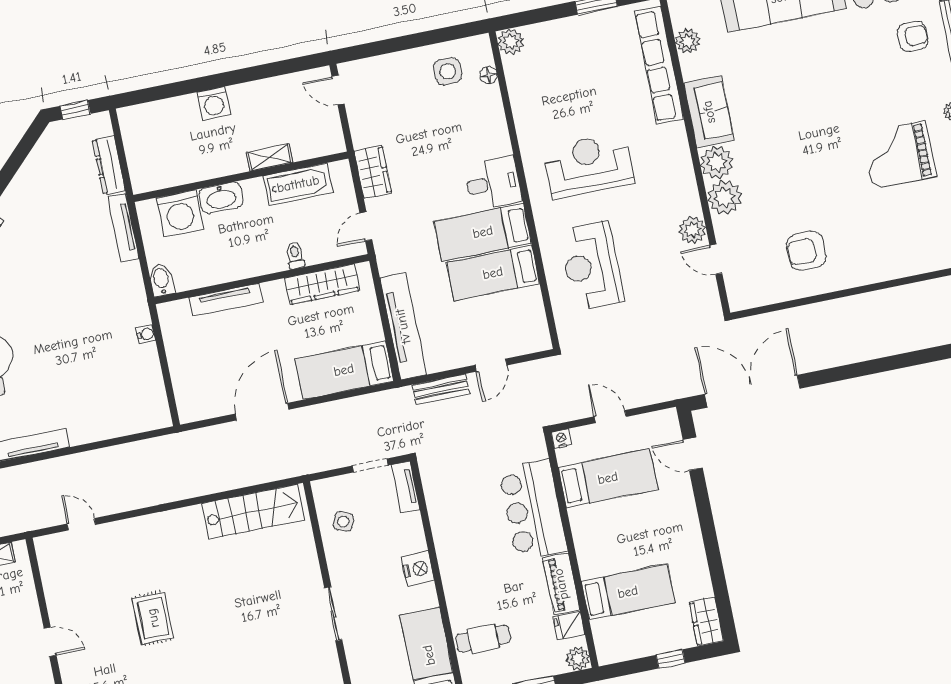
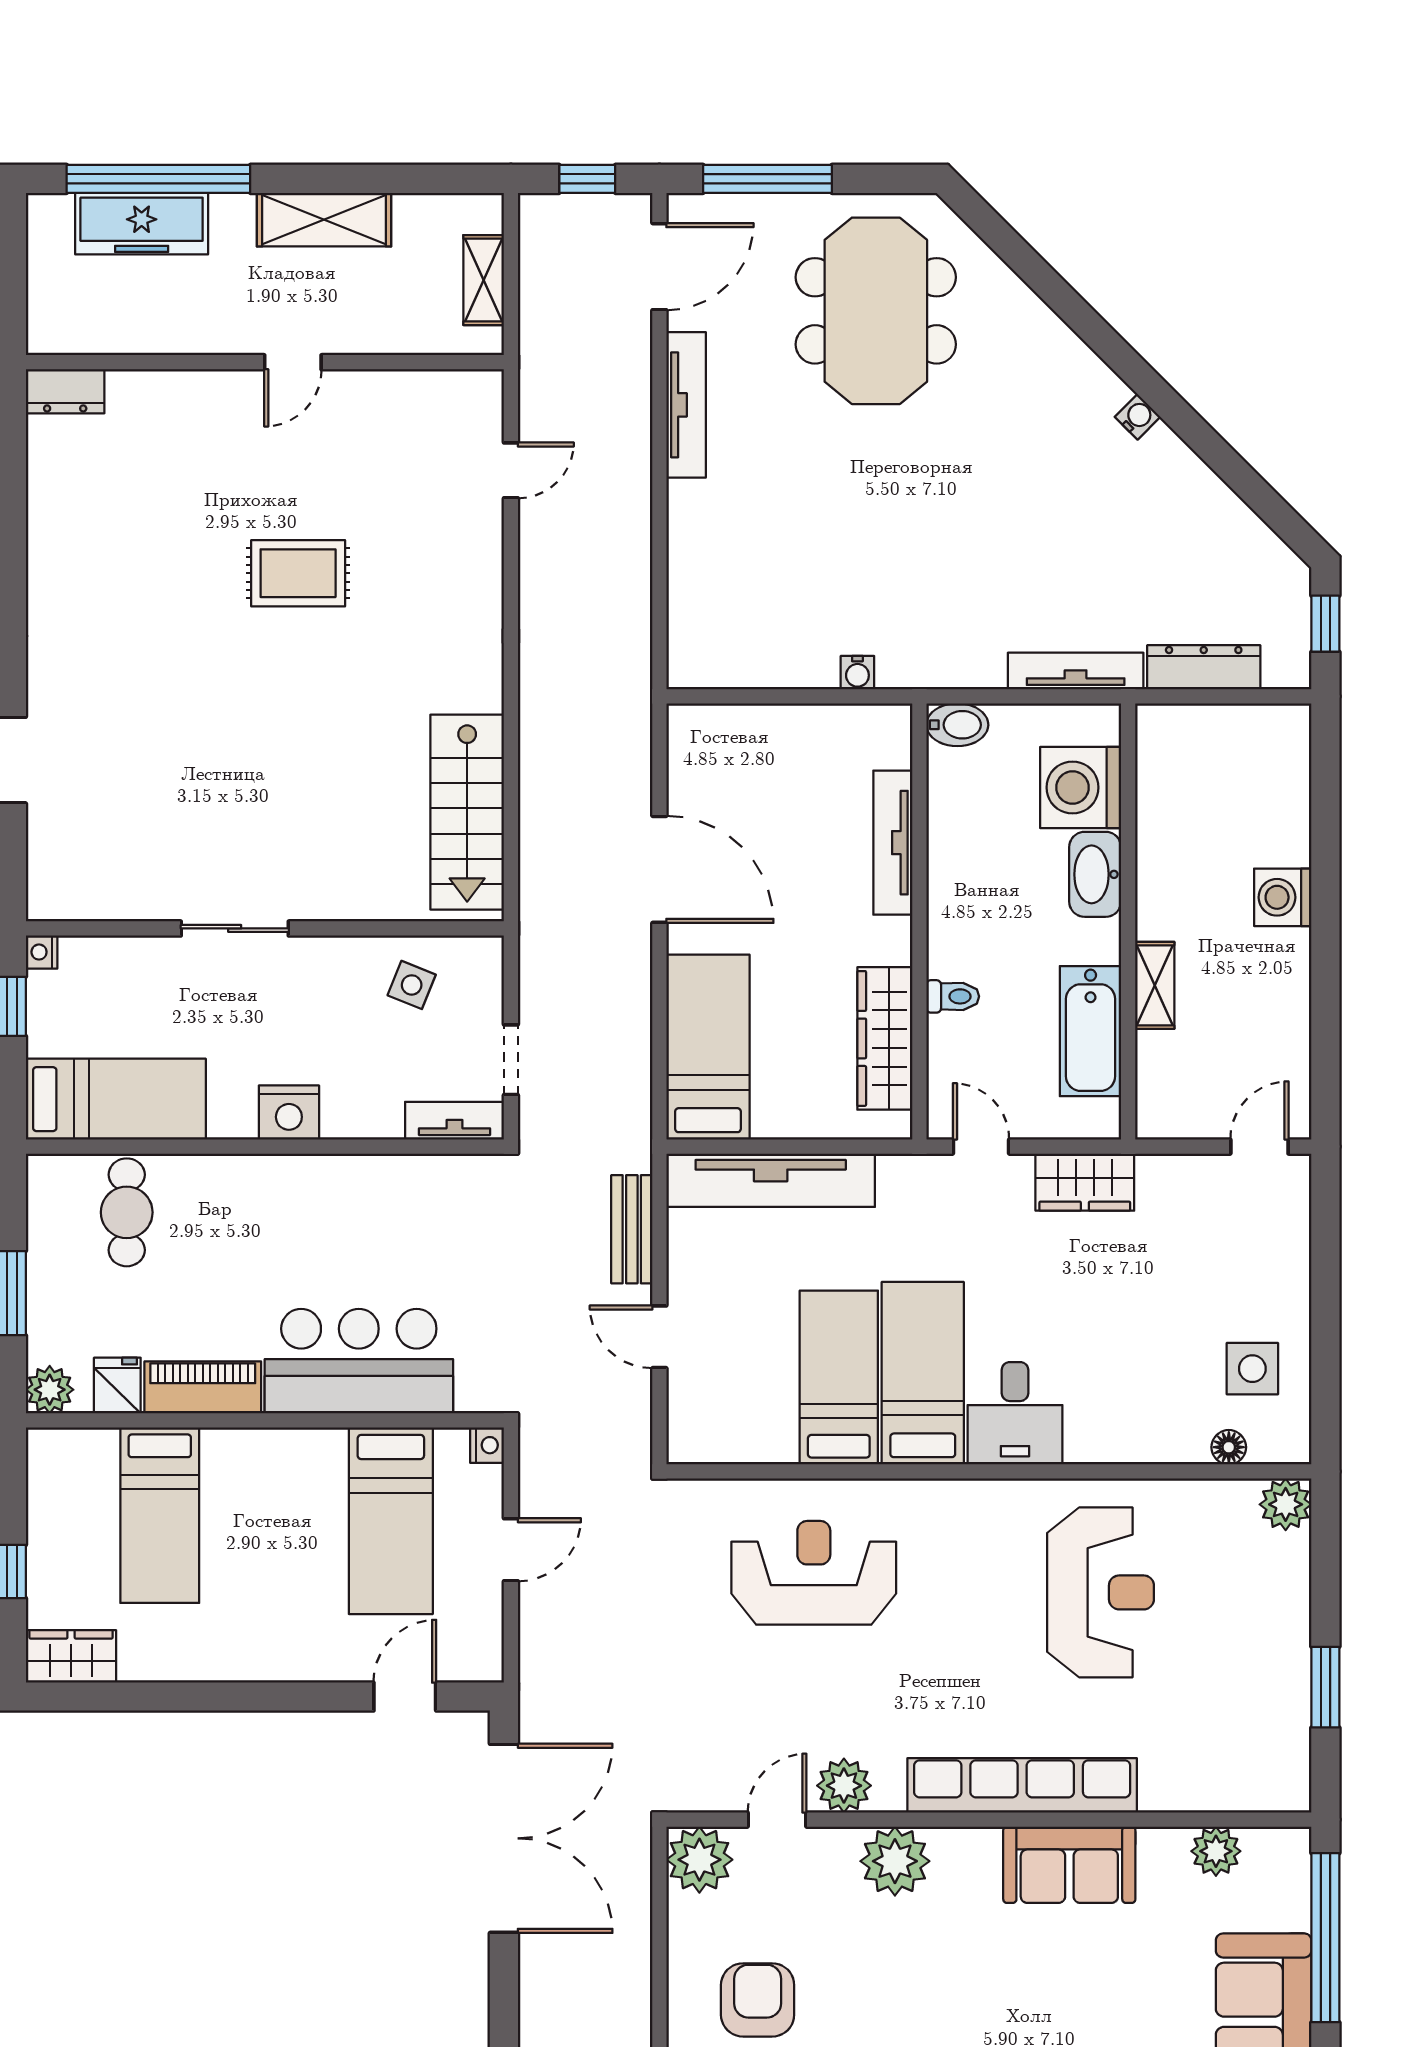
row of seats: (659, 65) -> (1022, 1785), moved
plant: (717, 162) -> (699, 1860), moved
reception desk: (589, 165) -> (1100, 1592), moved

